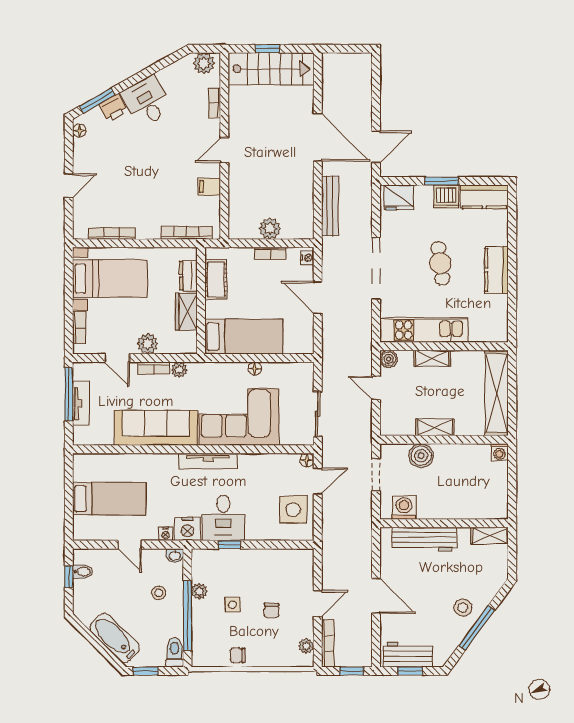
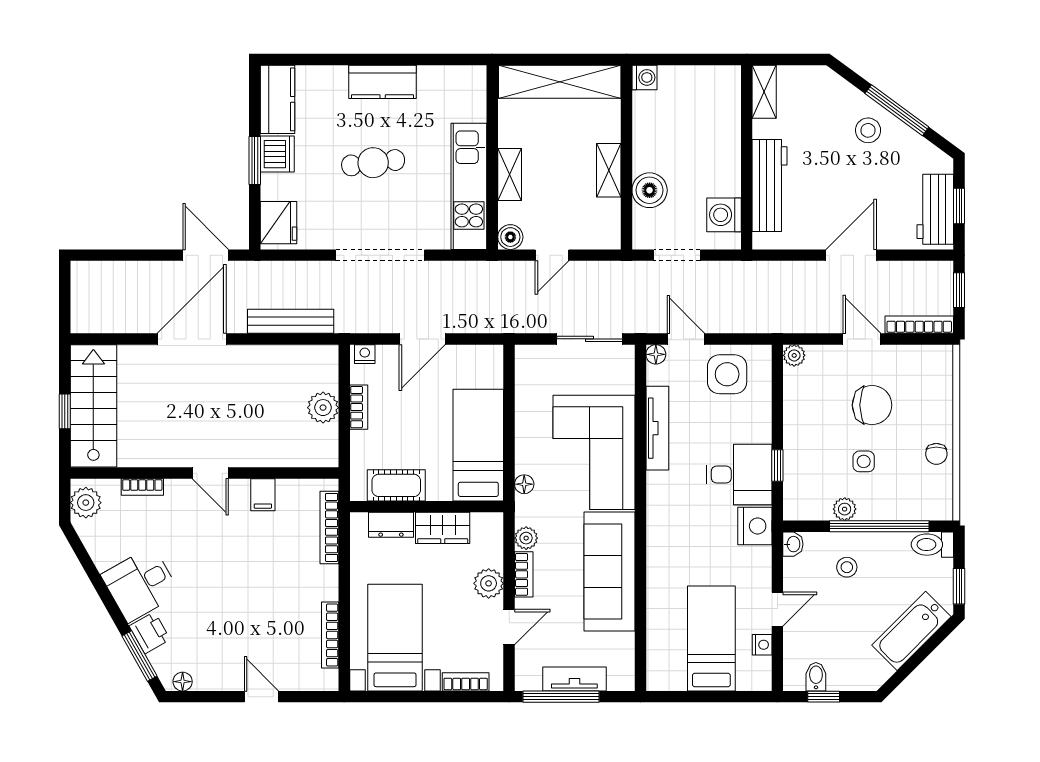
floor lamp: (255, 368) -> (524, 484), moved
tv unit: (208, 461) -> (657, 428), moved
nightstand: (166, 534) -> (762, 645), moved
chair: (272, 611) -> (872, 405), width x1.87, depth x1.87
plant: (306, 646) -> (794, 355), moved

